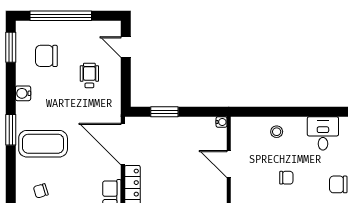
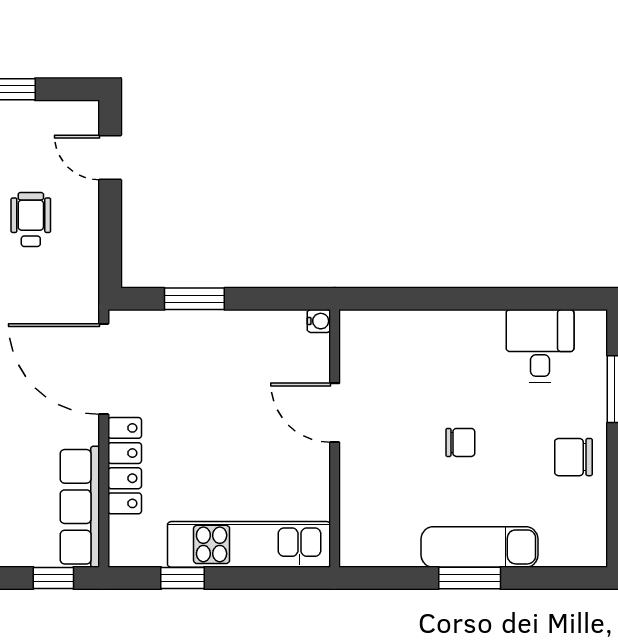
stool: (277, 132) -> (439, 342), removed

